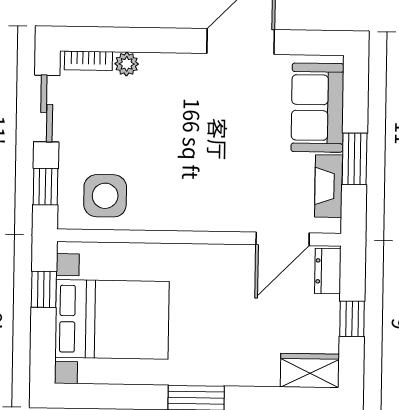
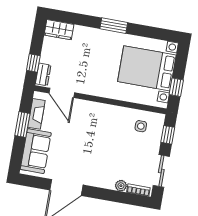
side table: (105, 196) -> (141, 126), width x0.54, depth x0.54
door: (283, 239) -> (62, 93), swing flipped
window: (352, 319) -> (33, 63), moved

